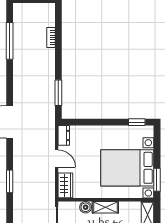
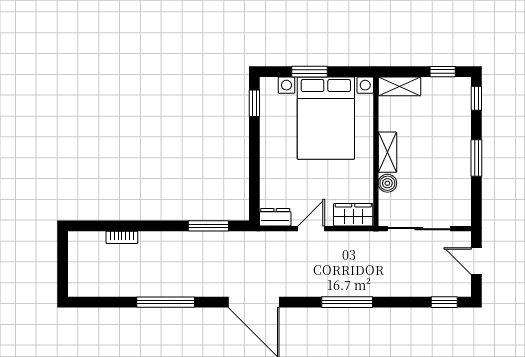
window: (10, 41) -> (166, 302), moved
window: (157, 180) -> (309, 72), moved
window: (10, 181) -> (347, 302), width x1.44

